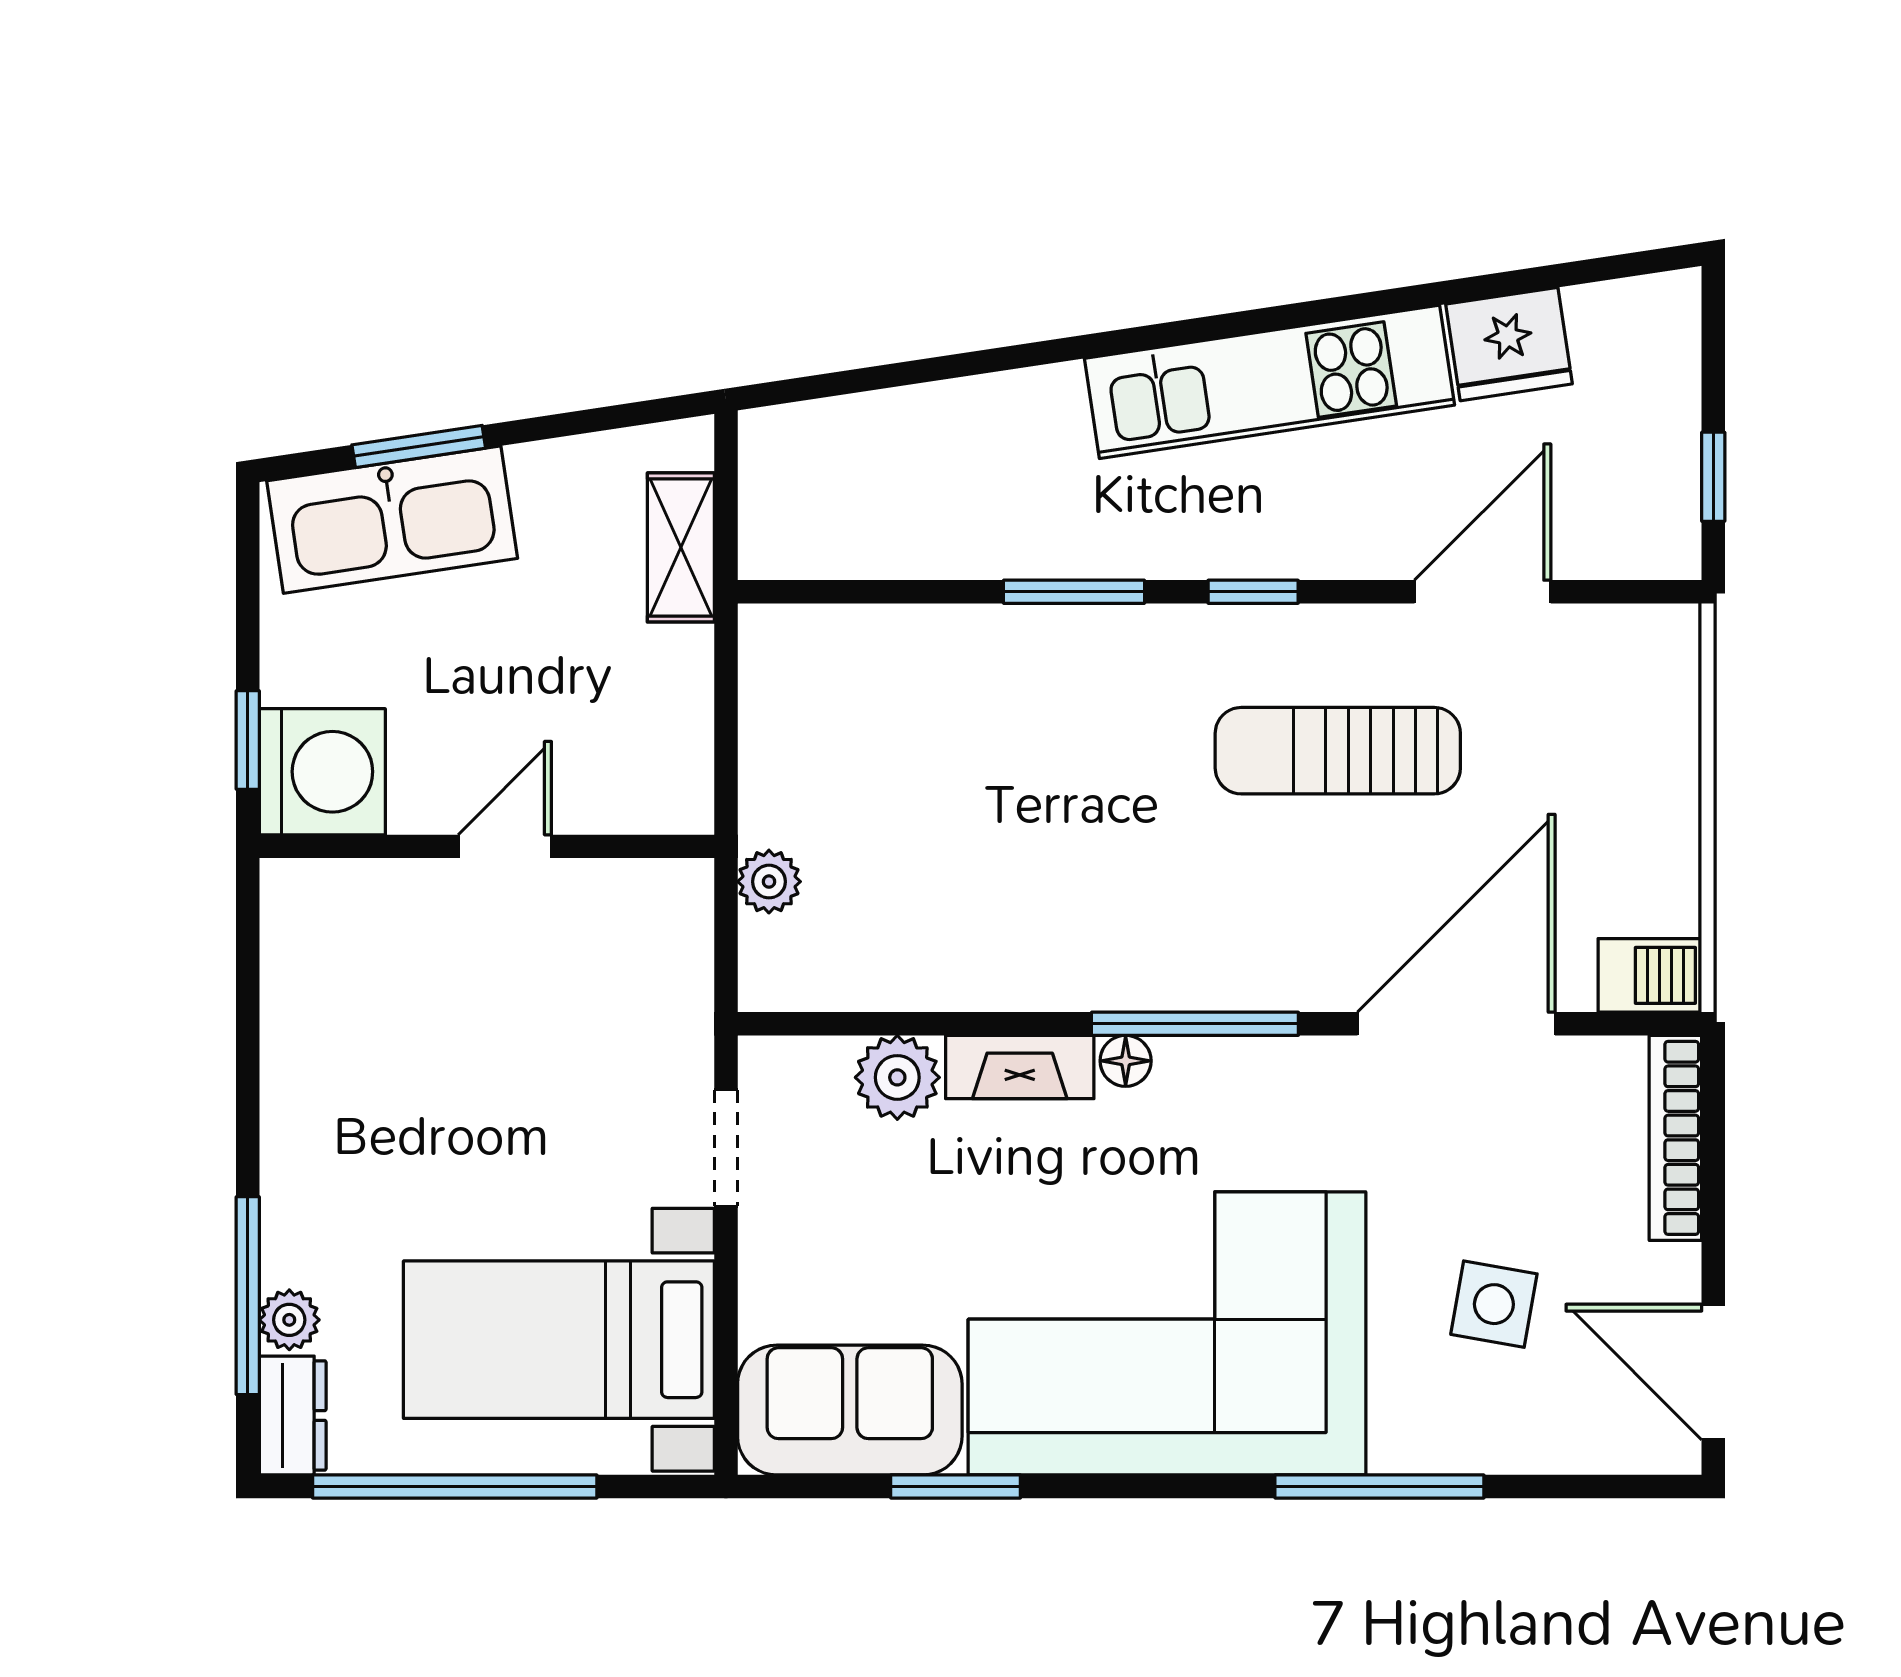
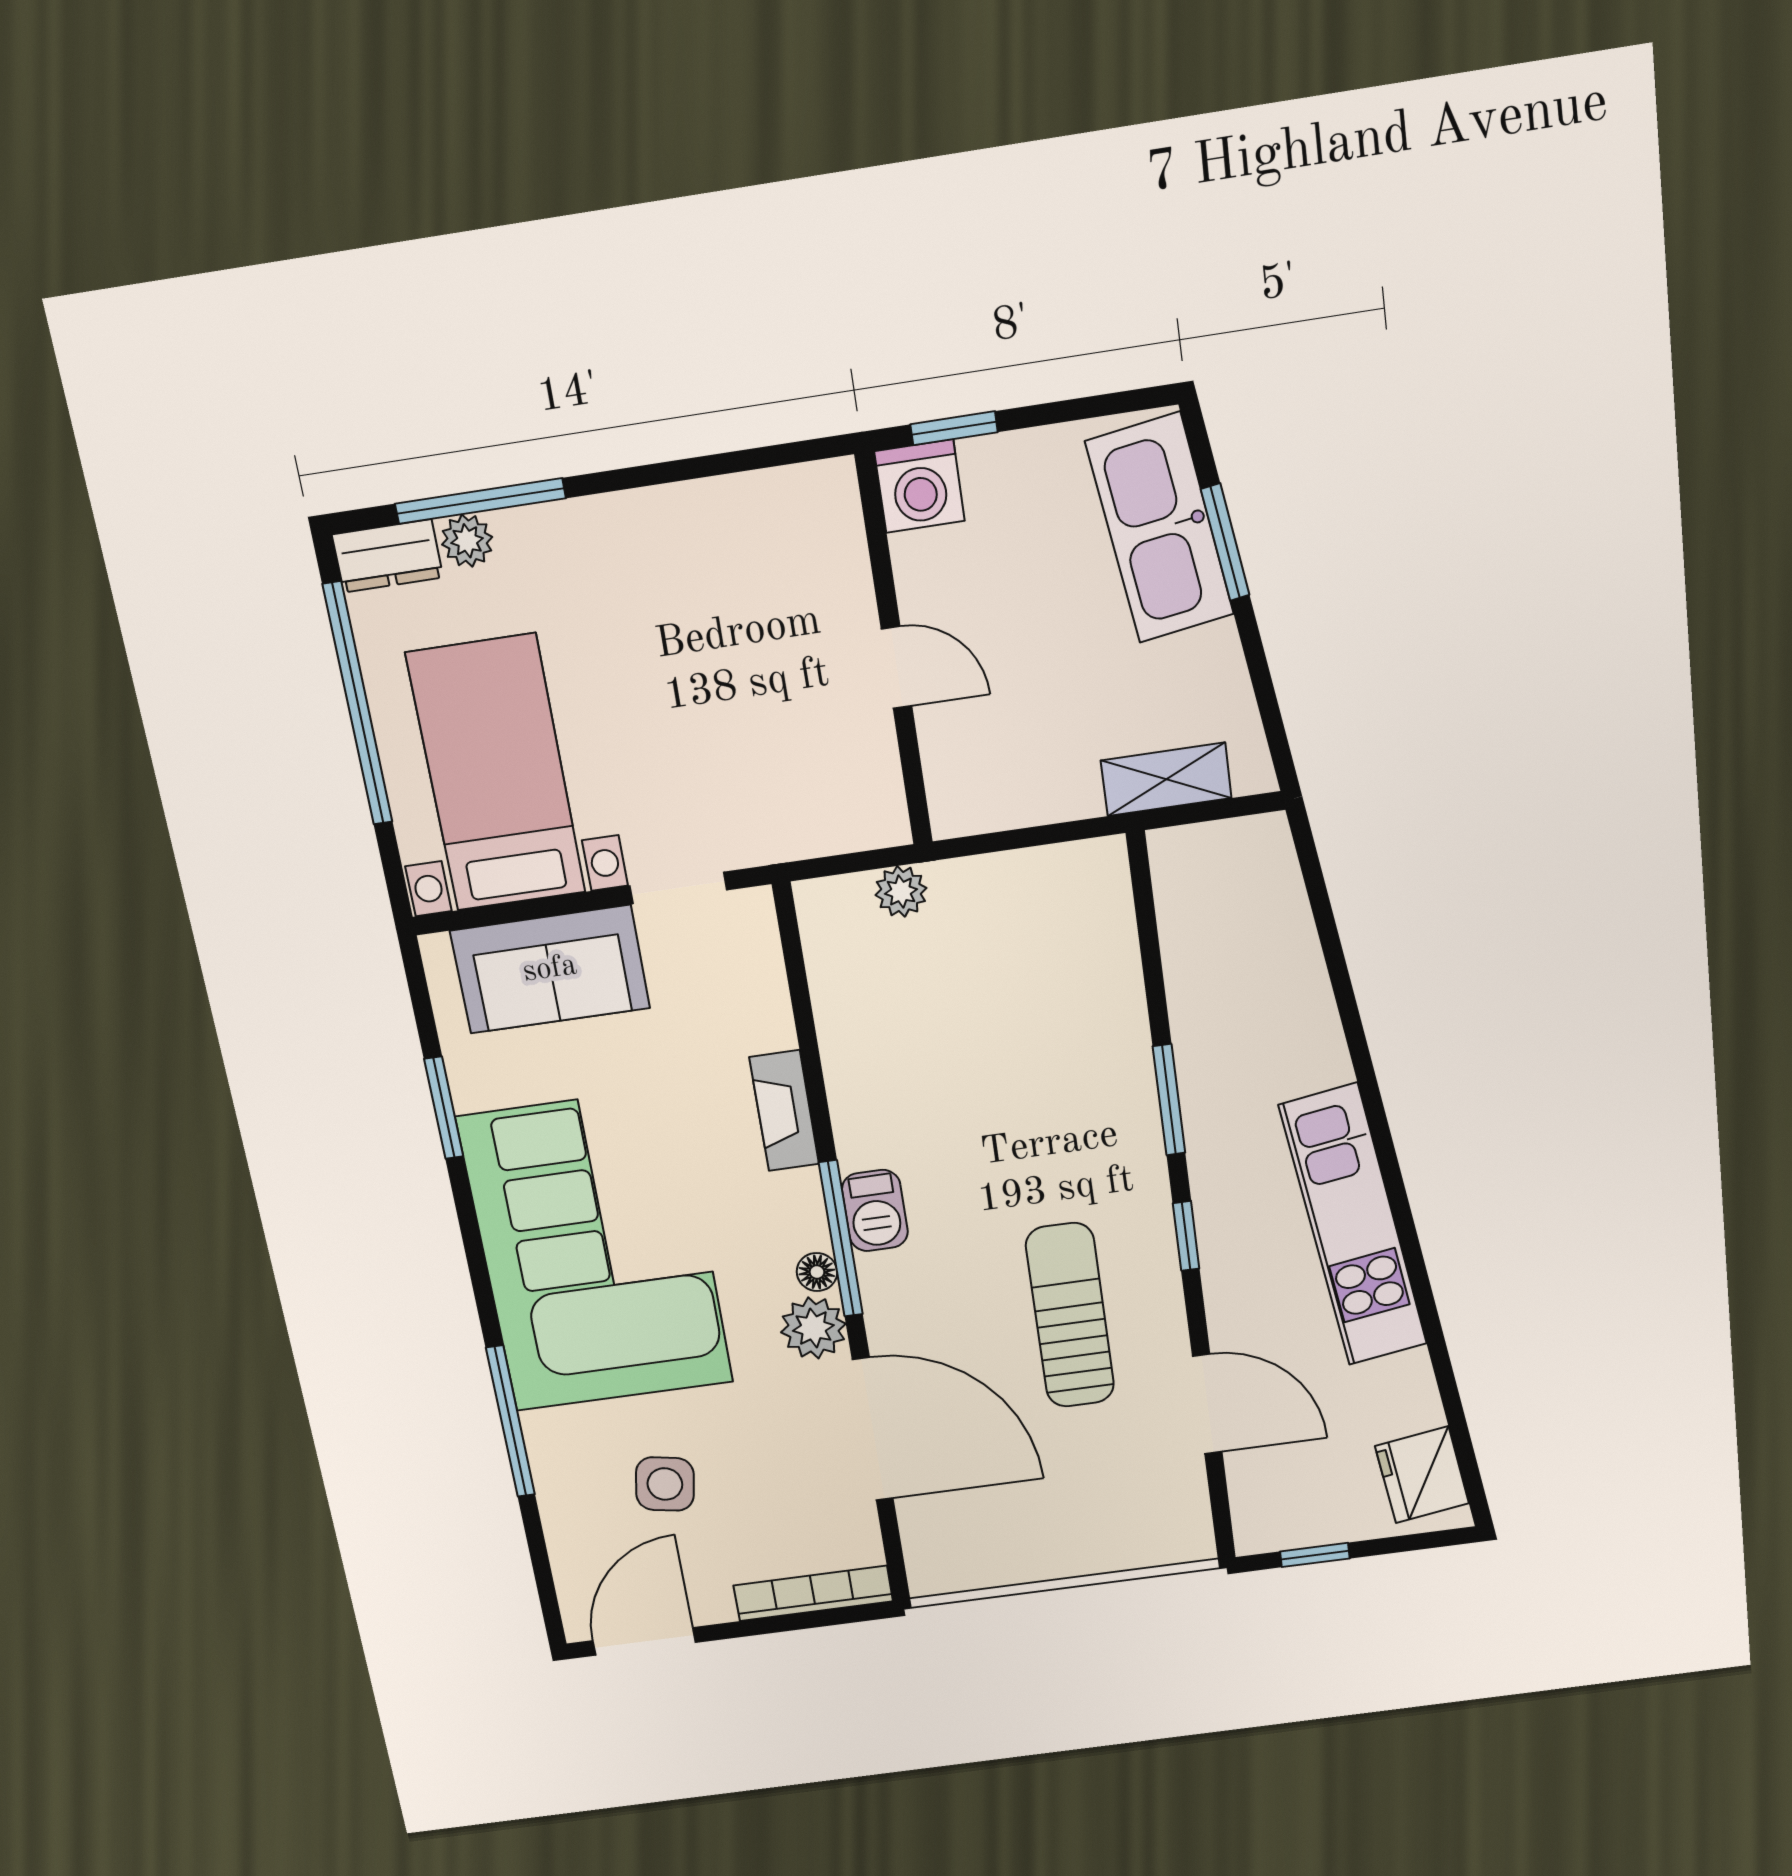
fridge: (1509, 344) -> (1422, 1475), moved
washing machine: (322, 772) -> (920, 486), width x0.73, depth x0.73
barbecue: (1650, 975) -> (875, 1211), moved
floor lamp: (1126, 1061) -> (817, 1272), moved
plant: (897, 1077) -> (813, 1328), moved
sofa: (850, 1410) -> (550, 969), moved, turned 90

